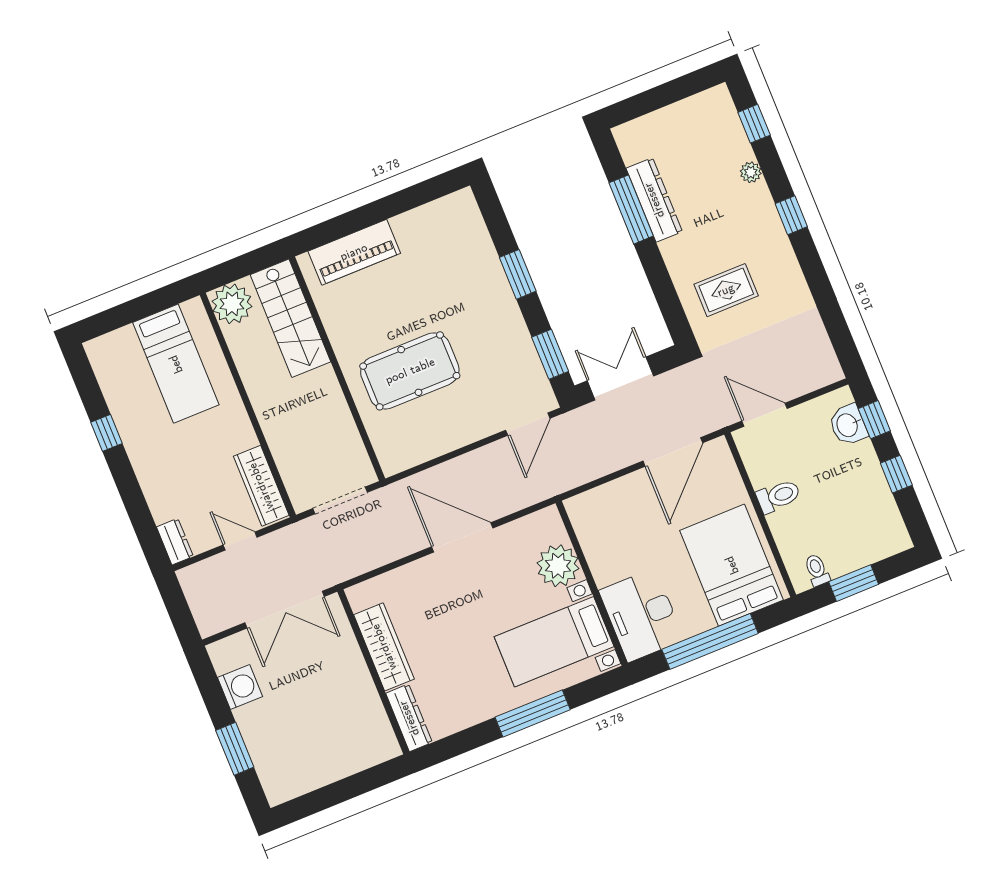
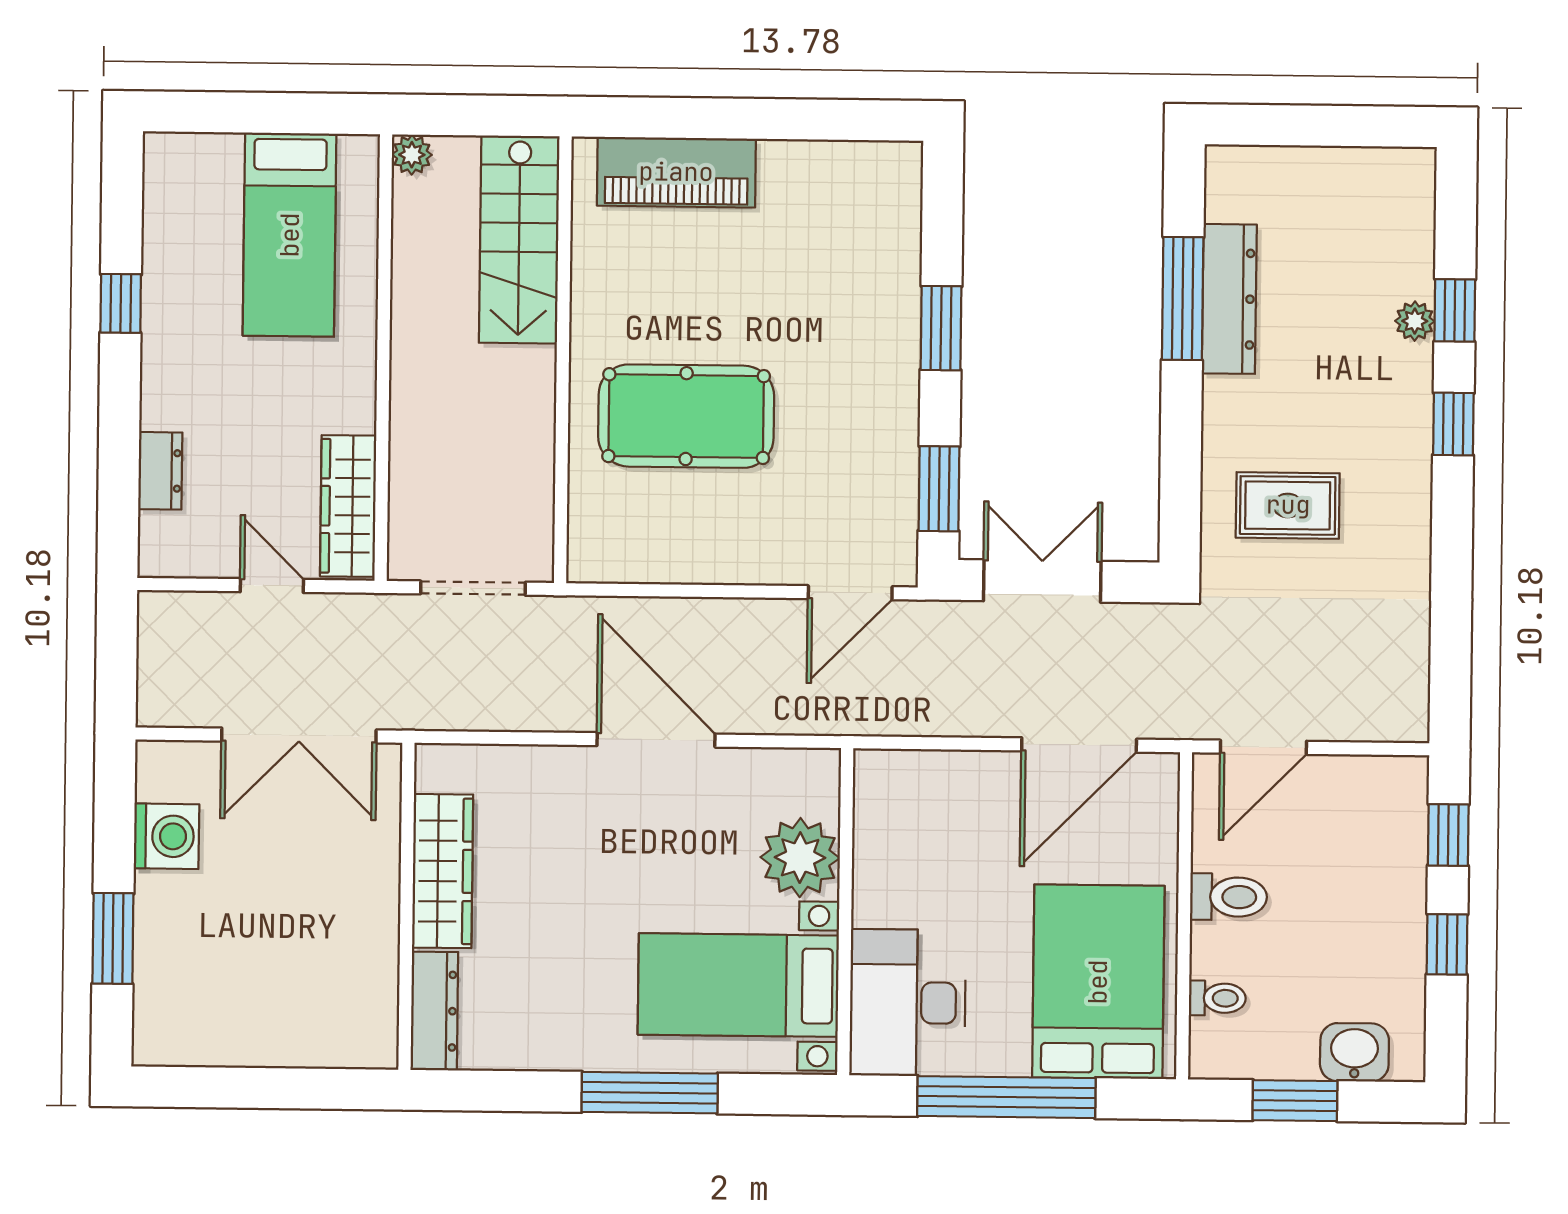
window: (754, 124) -> (1455, 310), moved
plant: (232, 304) -> (412, 155), width x0.53, depth x0.53
door: (765, 415) -> (1263, 747), swing flipped
washbasin: (848, 425) -> (1354, 1052), moved, turned 90
dresser: (175, 542) -> (160, 471), moved
toilet: (817, 570) -> (1217, 998), moved, turned 90

